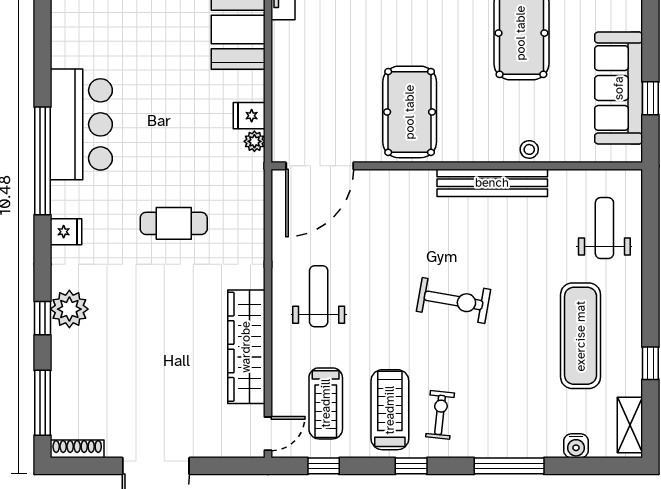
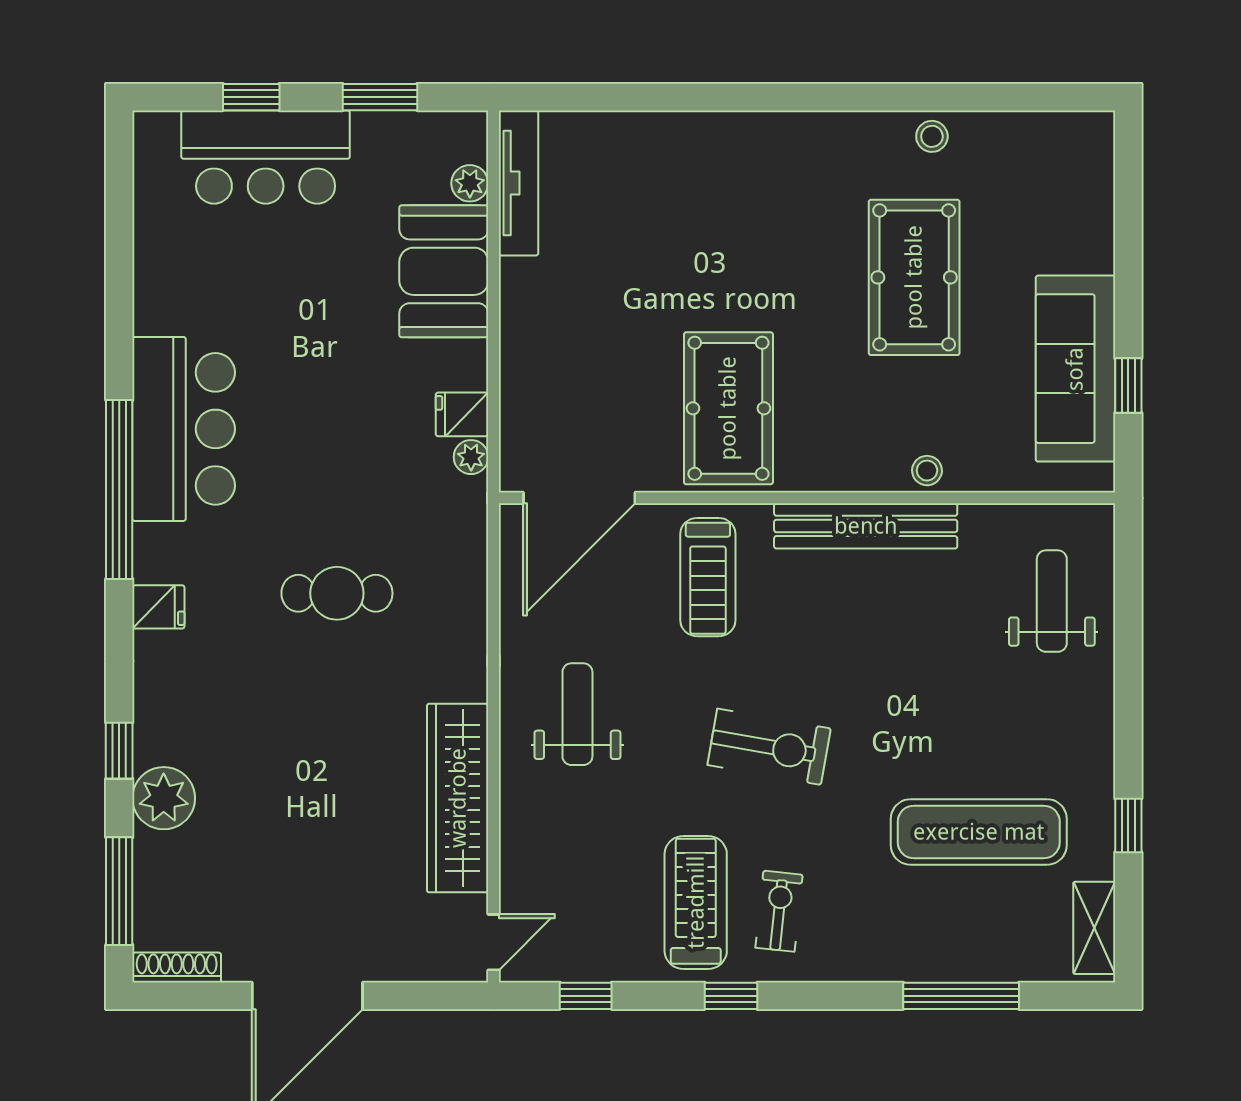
exercise bike: (453, 300) -> (769, 747), moved
plant: (69, 309) -> (164, 798), moved
exercise mat: (581, 336) -> (979, 832), moved, turned 90
treadmill: (326, 403) -> (708, 577), moved
water cooler: (576, 446) -> (1005, 962), removed
window: (509, 466) -> (961, 996), moved

